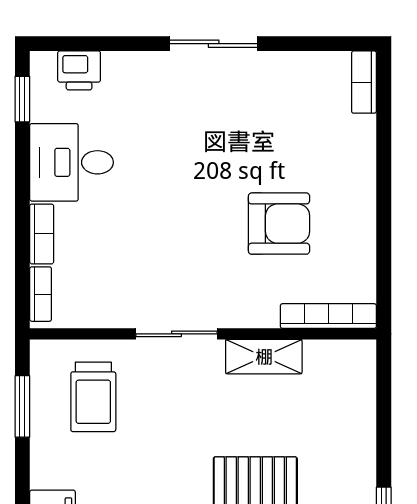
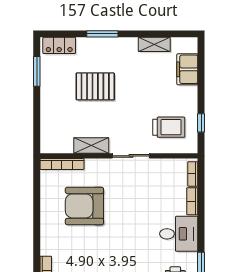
armchair: (279, 224) -> (84, 206), width x1.36, depth x1.36
trolley: (93, 397) -> (169, 127), turned 90
window: (22, 406) -> (201, 123), width x0.67

